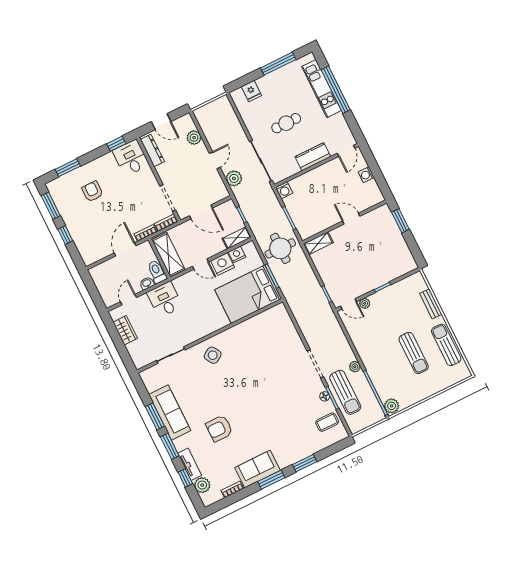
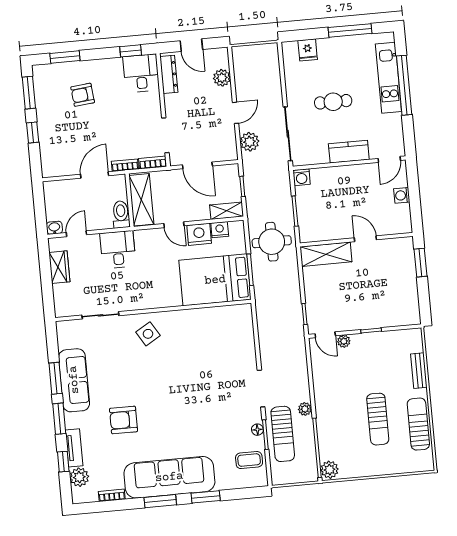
armchair: (92, 191) -> (83, 95), turned -96
shelving: (318, 243) -> (326, 254), width x1.50, depth x1.33
washbasin: (147, 283) -> (54, 228), moved
sofa: (257, 469) -> (169, 477), width x1.85, depth x1.27

